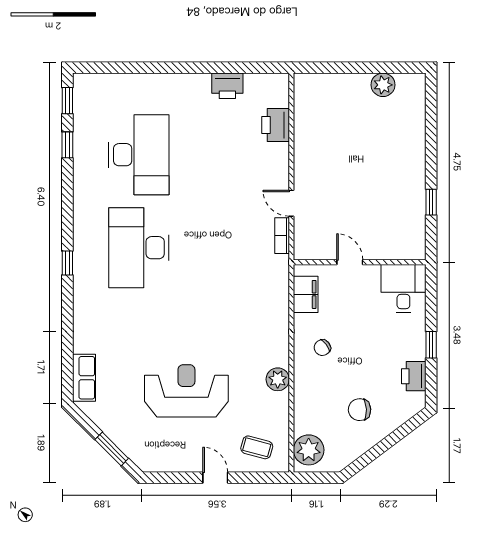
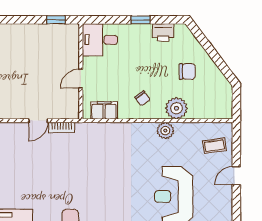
window: (431, 202) -> (56, 20), moved
chair: (360, 410) -> (187, 72), turned -88
coffee table: (257, 447) -> (214, 146), turned 67
plant: (309, 450) -> (176, 108), moved

